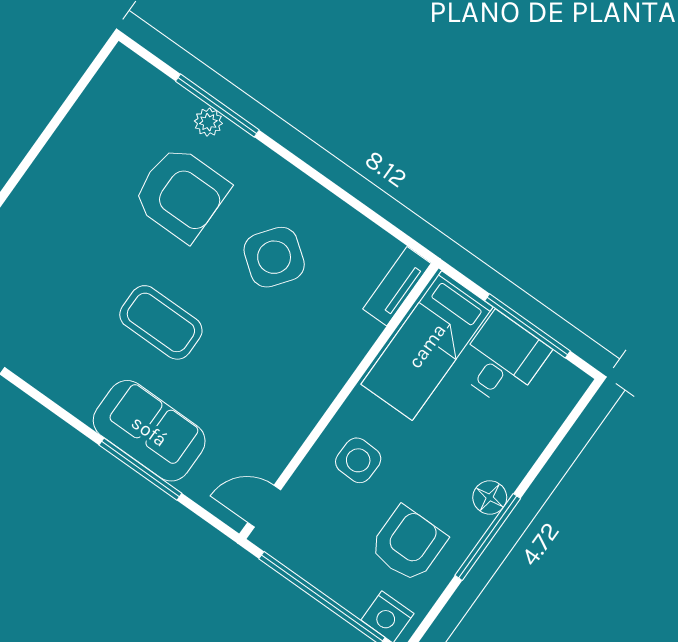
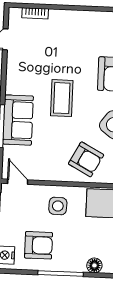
armchair: (305, 351) -> (86, 159), added
floor lamp: (490, 497) -> (94, 265), moved

